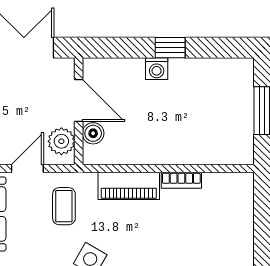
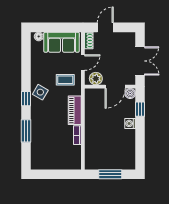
window: (170, 48) -> (140, 109), moved
boiler: (93, 133) -> (130, 94), moved
door: (27, 169) -> (83, 63), hinge flipped

